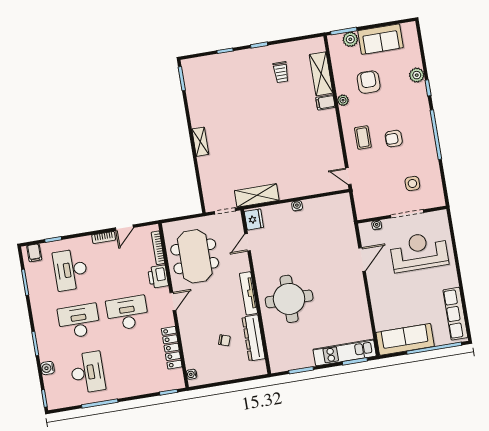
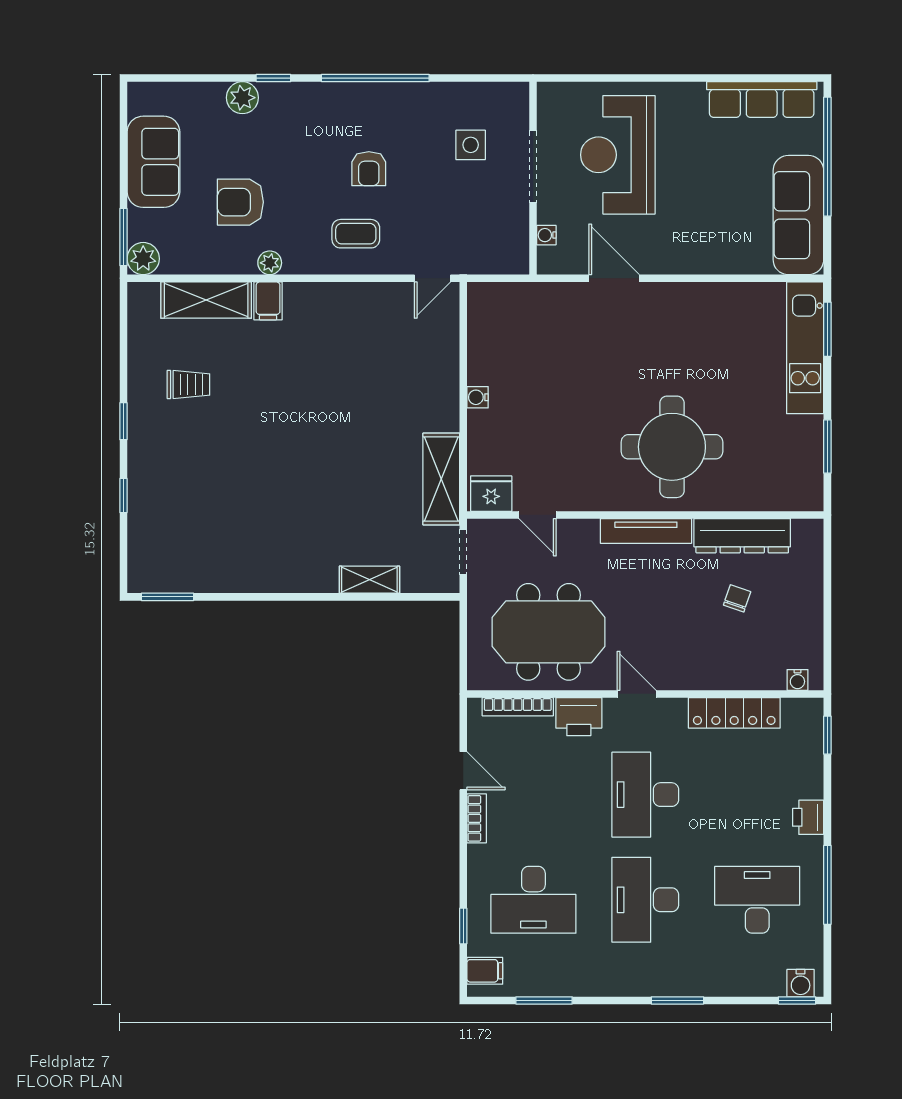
plant: (350, 39) -> (143, 259), moved
shelving: (200, 142) -> (369, 580), moved
water cooler: (47, 368) -> (801, 983), moved
printer: (129, 390) -> (808, 817), added

